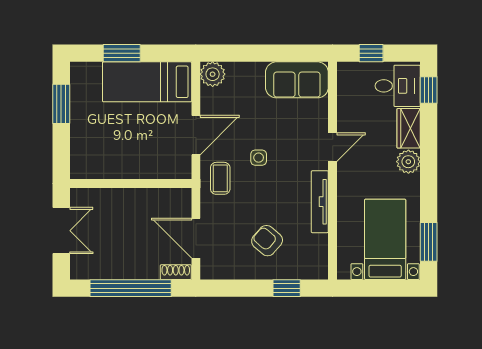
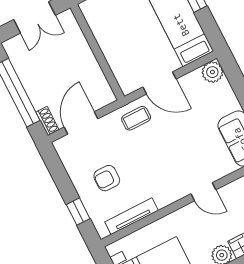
side table: (259, 158) -> (167, 140), removed
tv unit: (320, 202) -> (131, 216), moved
armchair: (267, 241) -> (107, 178), turned -131

